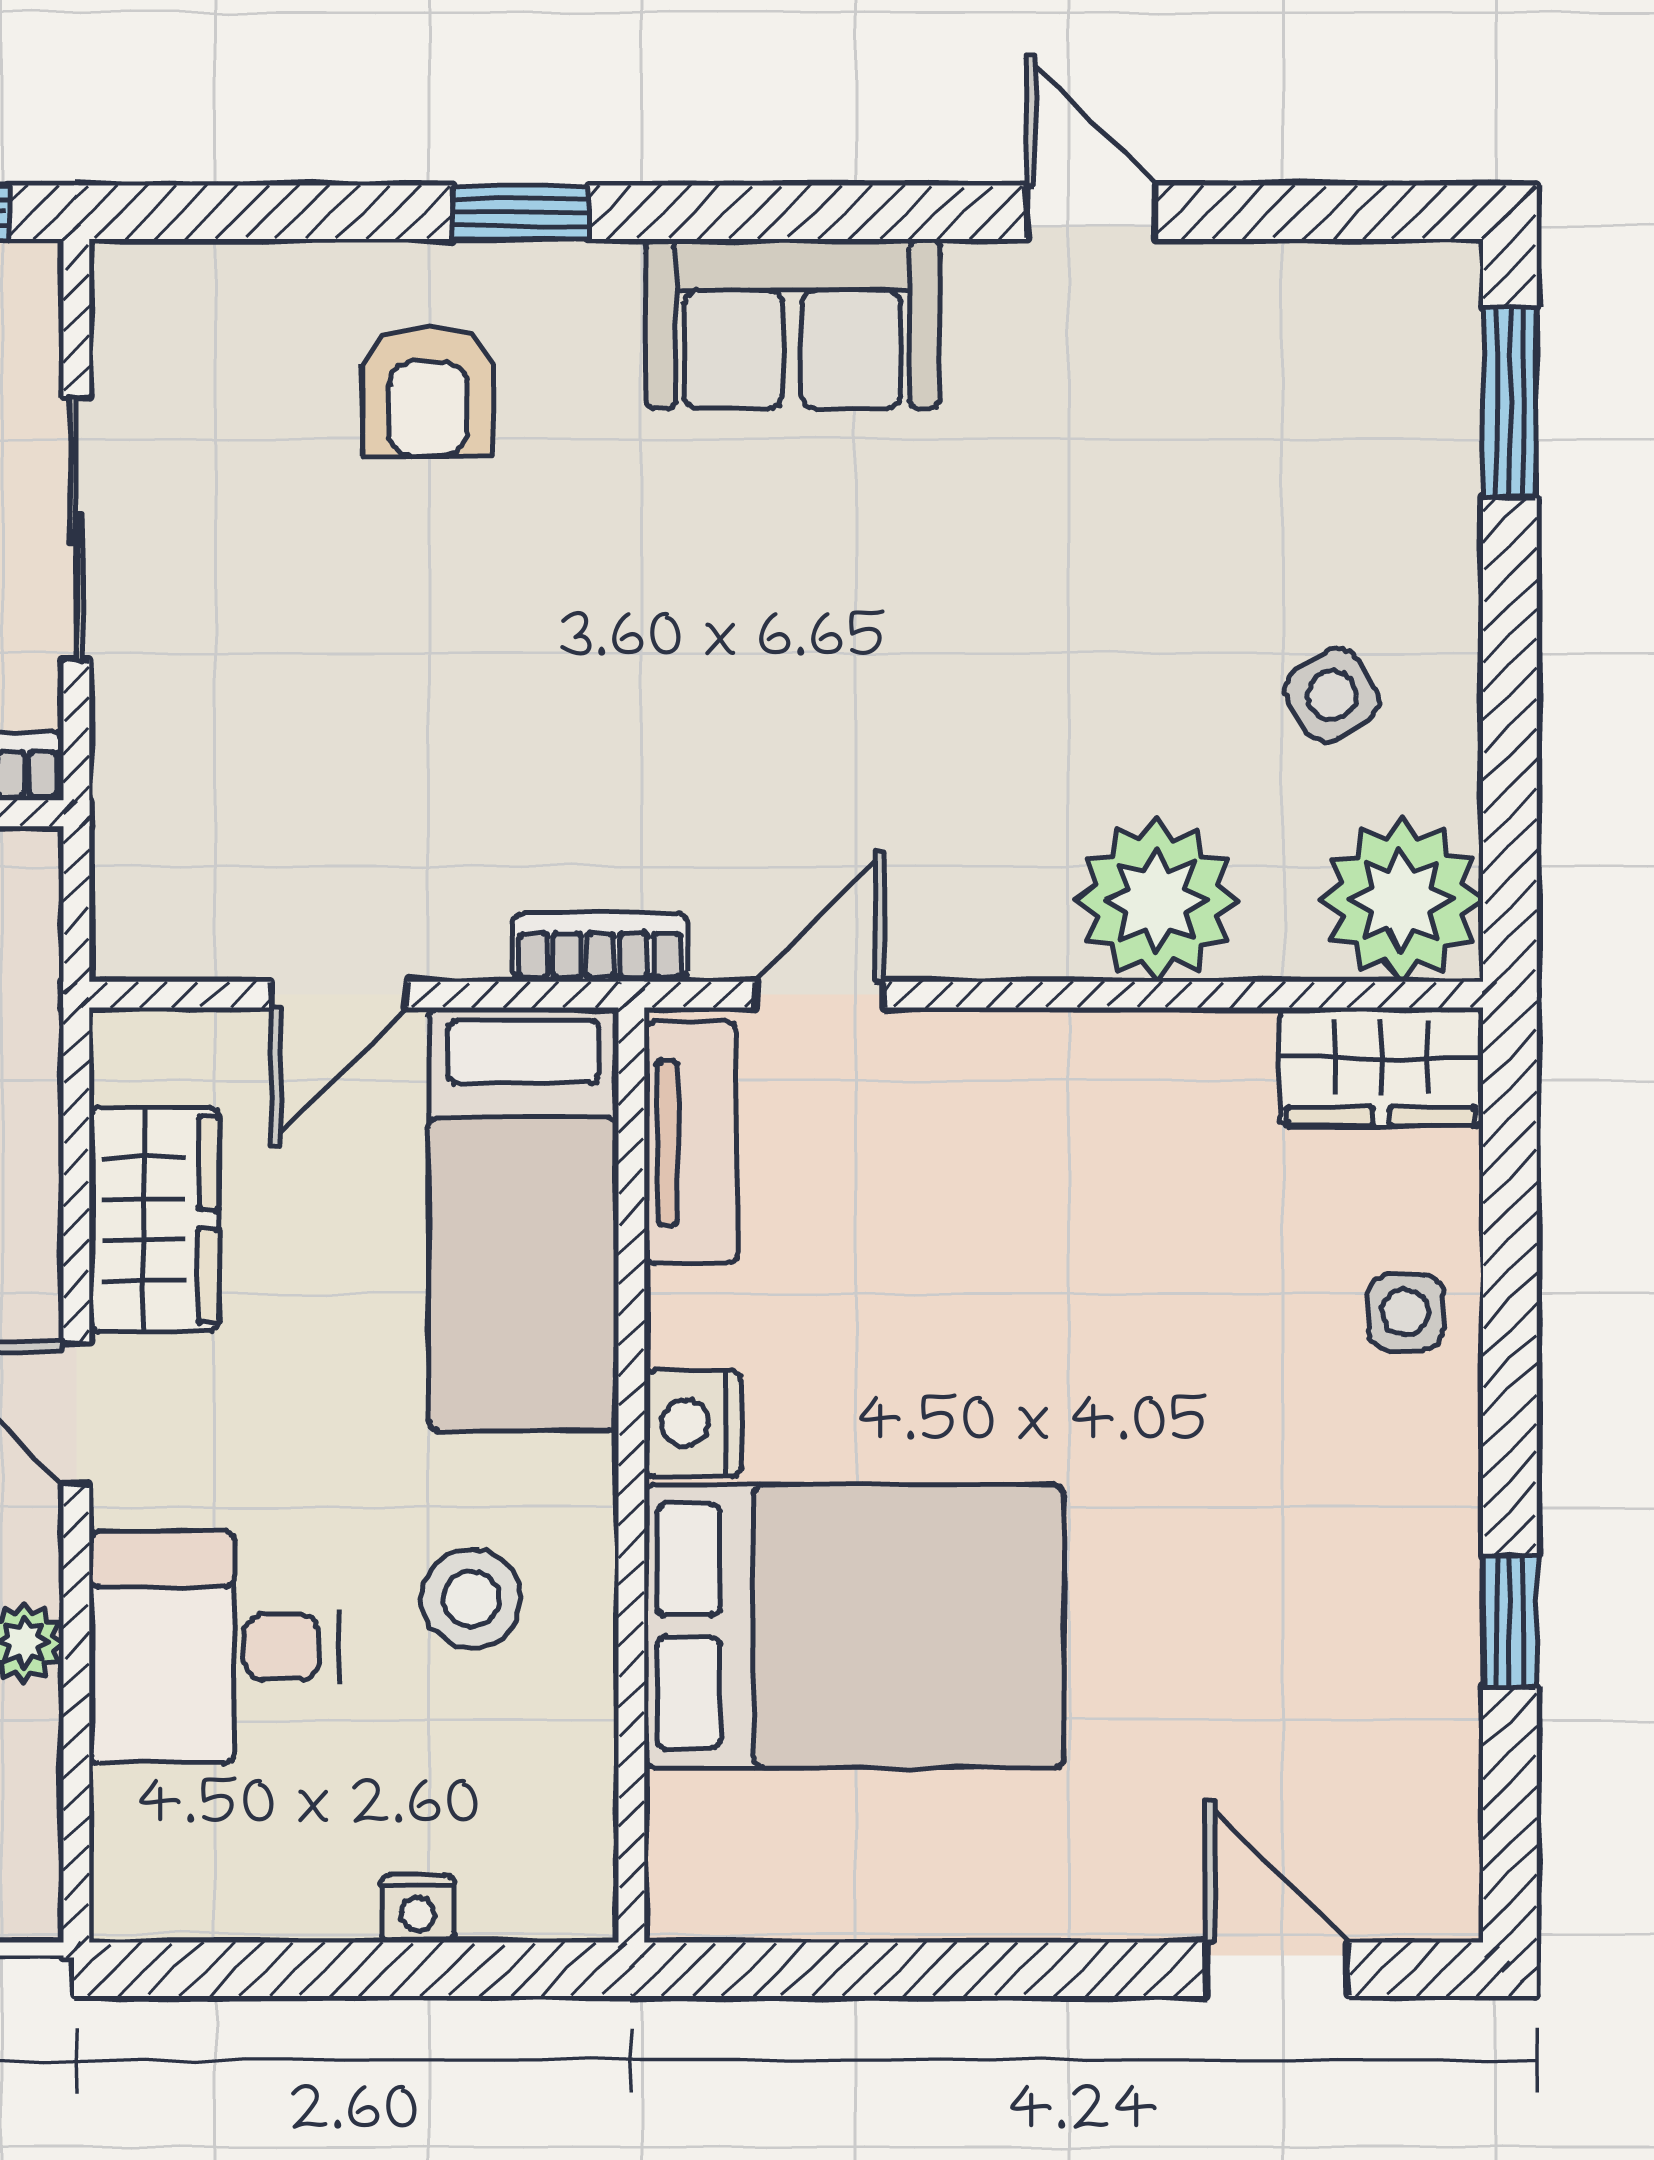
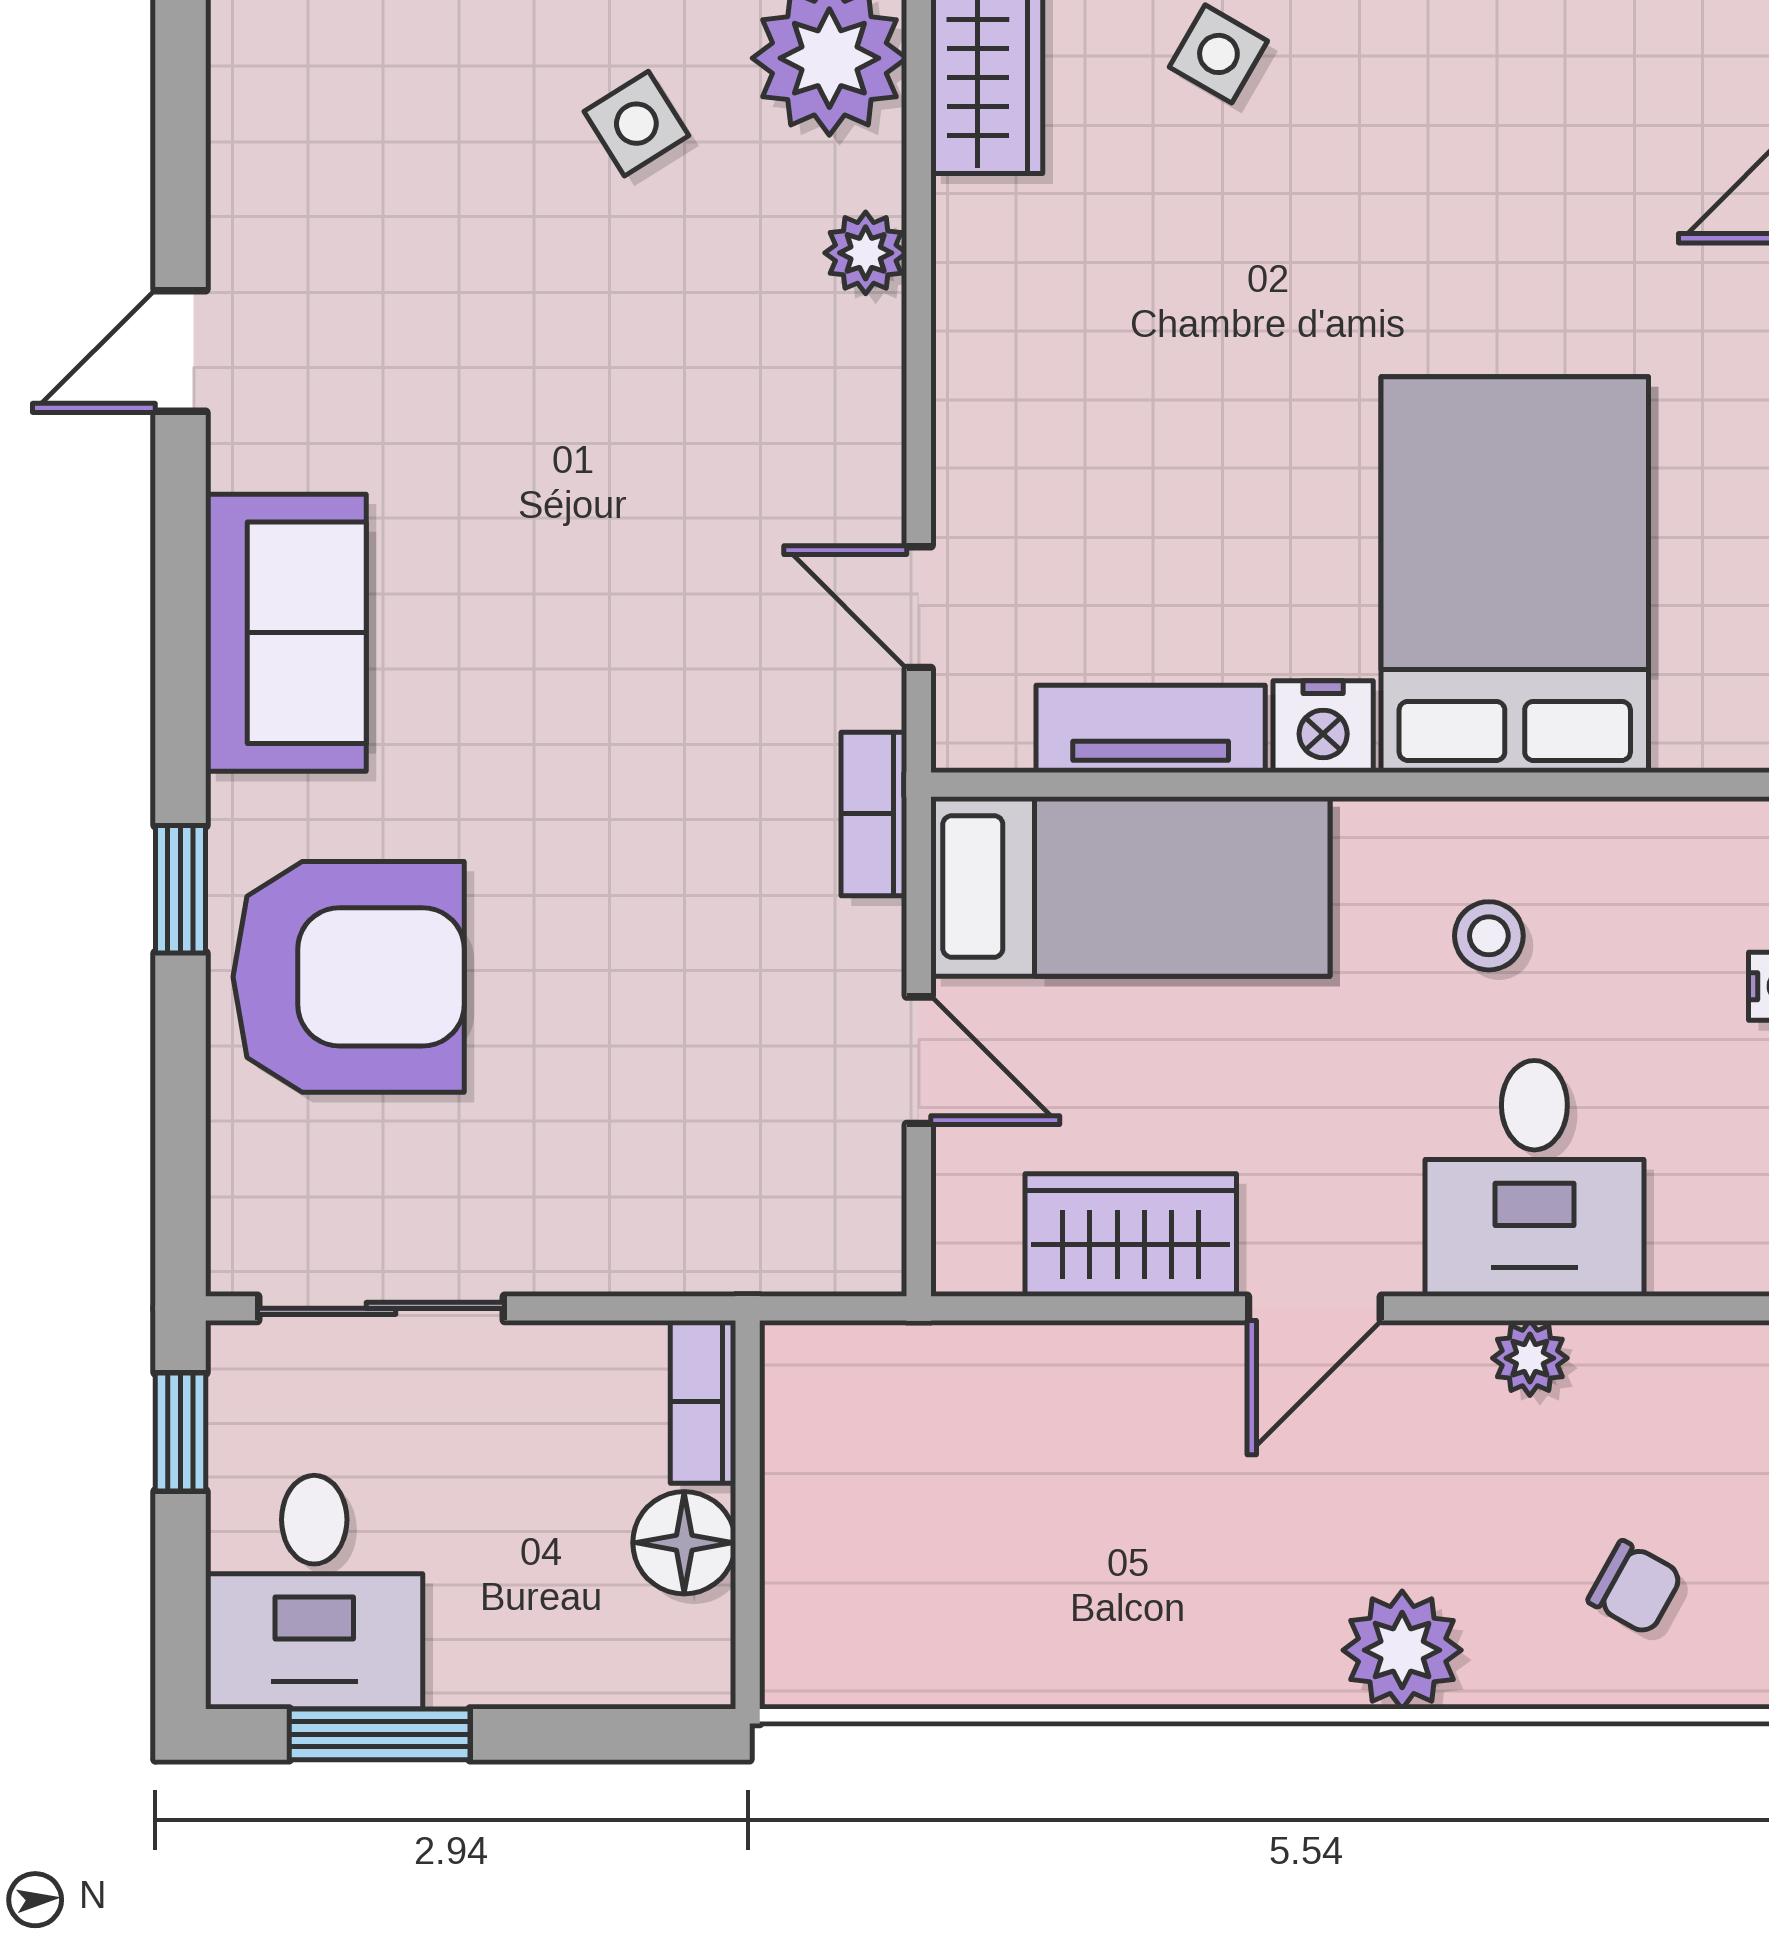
armchair: (428, 390) -> (349, 977), width x1.88, depth x1.88
sliding door: (76, 528) -> (381, 1308), moved
plant: (1157, 900) -> (866, 253), width x0.53, depth x0.53
tv unit: (691, 1143) -> (1151, 729), moved
side table: (1406, 1312) -> (1218, 54), turned 30
stool: (471, 1599) -> (1489, 936), width x0.73, depth x0.73

